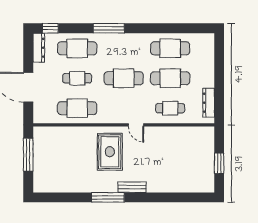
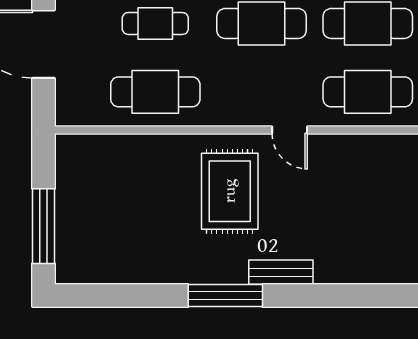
cafe table: (170, 108) -> (368, 92), width x1.37, depth x1.35
window: (28, 155) -> (43, 226), moved

